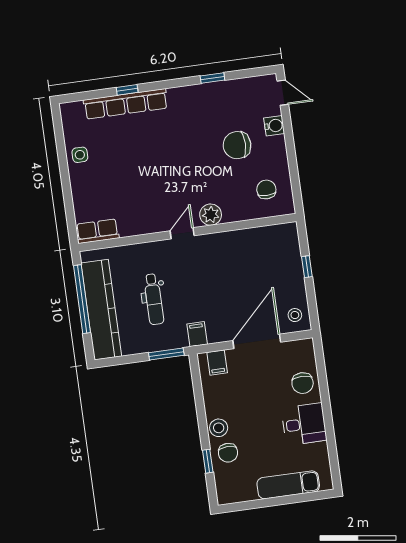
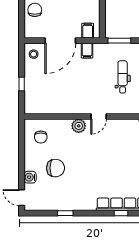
filing cabinet: (197, 334) -> (87, 51), moved

